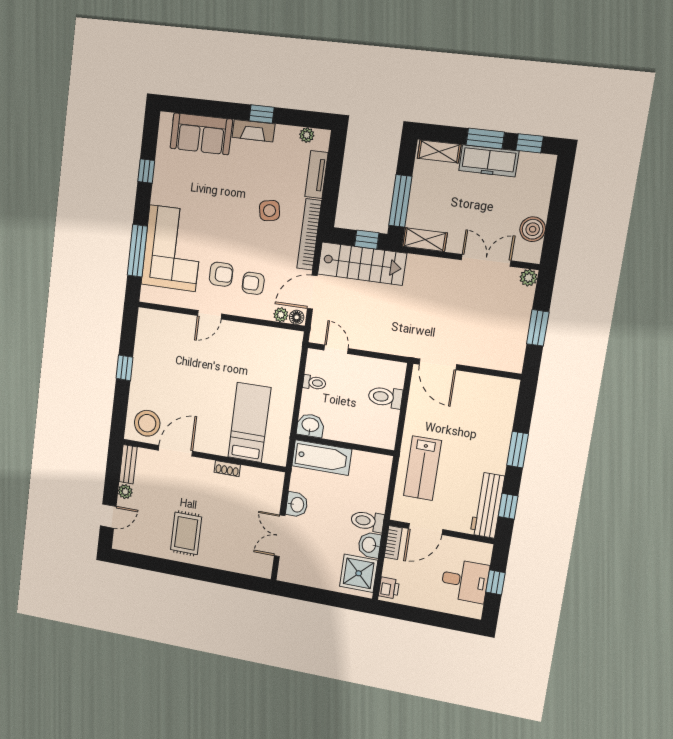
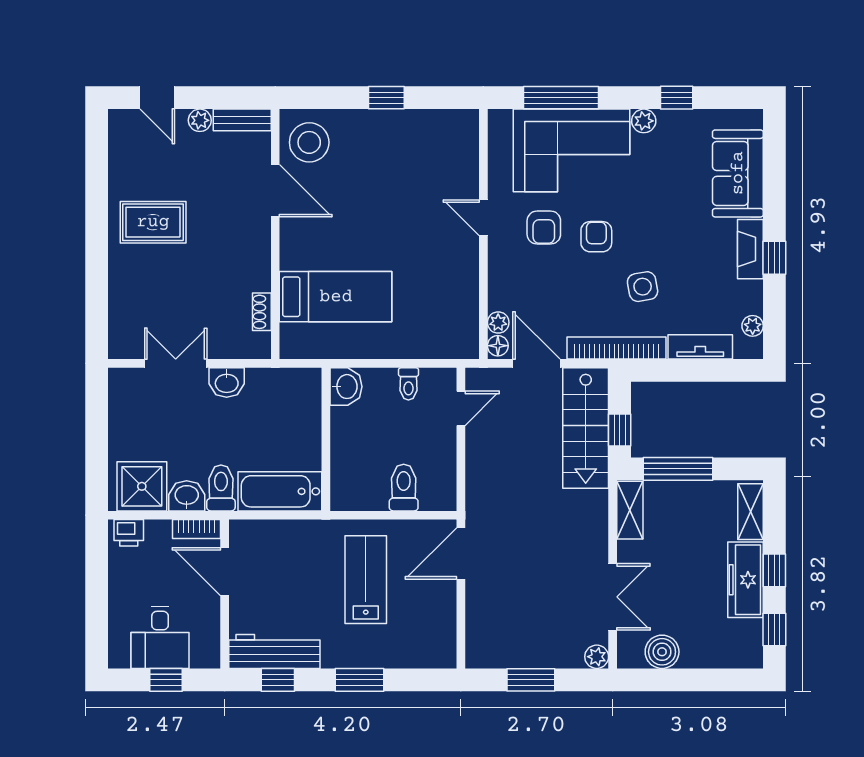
window: (485, 139) -> (774, 570), width x0.67
plant: (159, 196) -> (644, 121), added
armchair: (253, 283) -> (596, 237), moved
bathtub: (322, 458) -> (280, 491), moved, turned 90
lab bench: (422, 468) -> (366, 580), moved, turned 90
shoe rack: (227, 469) -> (262, 312), moved

